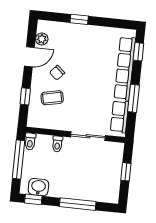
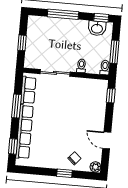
plant: (42, 39) -> (95, 167), moved
door: (29, 57) -> (107, 140), hinge flipped
chair: (57, 73) -> (74, 158), moved
window: (25, 96) -> (111, 96), moved
coffee table: (52, 98) -> (87, 105), removed
window: (19, 159) -> (114, 52), width x0.69

